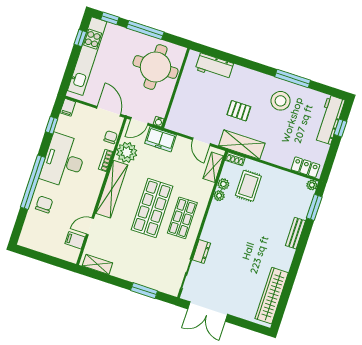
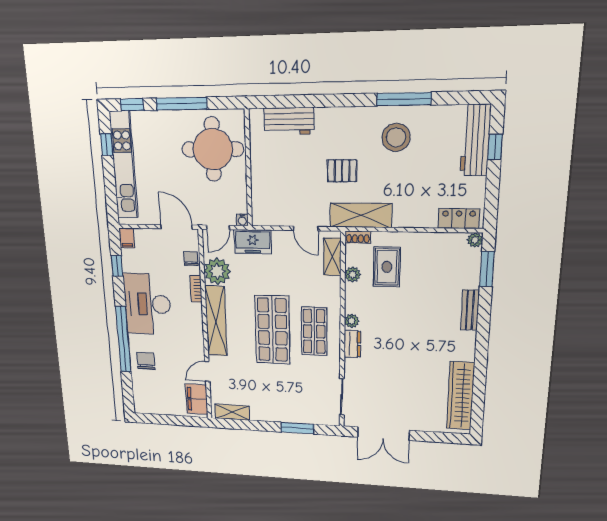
plant: (219, 196) -> (352, 321), moved
filing cabinet: (75, 240) -> (197, 399), width x2.00
dresser: (201, 252) -> (352, 344), moved

